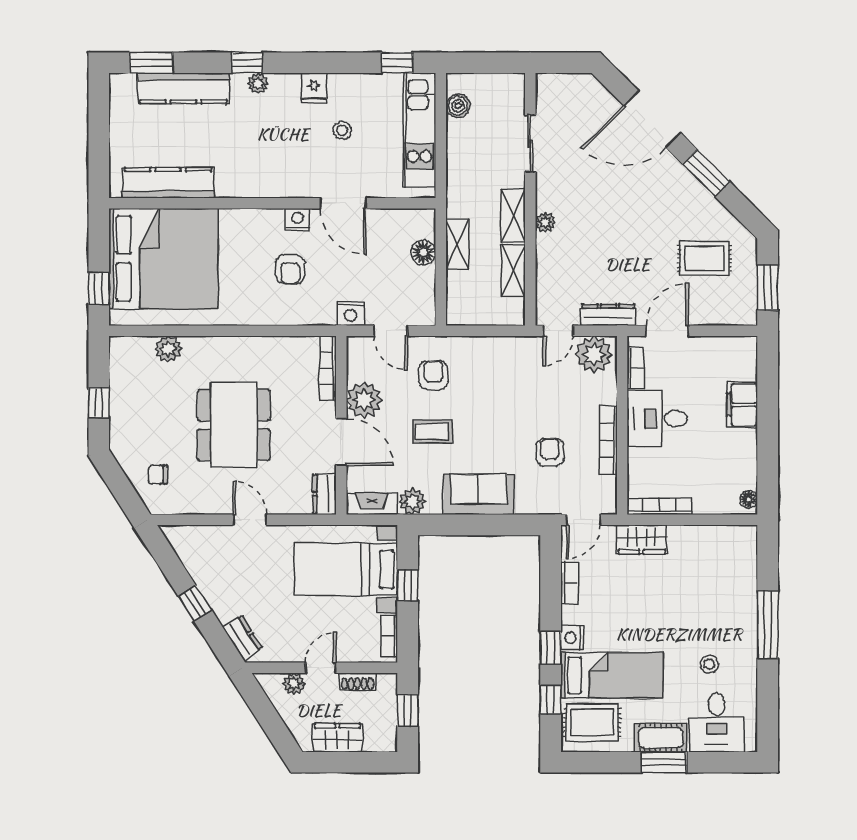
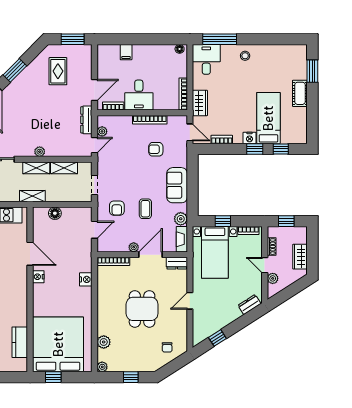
kitchen counter: (168, 183) -> (20, 342), width x0.67
door: (343, 203) -> (30, 254), hinge flipped
shelving: (457, 245) -> (32, 196), moved
armchair: (290, 269) -> (64, 280), removed
window: (99, 289) -> (53, 377), moved
nightstand: (351, 314) -> (86, 279), moved
doorway: (479, 331) -> (94, 185), added
door: (558, 331) -> (94, 145), hinge flipped
door: (667, 331) -> (94, 90), swing flipped
plant: (119, 346) -> (102, 367), added
plant: (594, 354) -> (102, 131), width x0.53, depth x0.53
armchair: (433, 375) -> (117, 208), turned -90
plant: (364, 400) -> (134, 247), width x0.53, depth x0.53
filing cabinet: (742, 405) -> (126, 52), width x0.50
dining table: (234, 425) -> (142, 309), width x0.73
window: (195, 603) -> (217, 338), moved
window: (768, 625) -> (220, 39), moved
stool: (709, 664) -> (245, 56), moved
rug: (592, 722) -> (292, 128), removed
desk: (717, 723) -> (206, 59), moved, turned -90
window: (664, 762) -> (312, 71), moved

